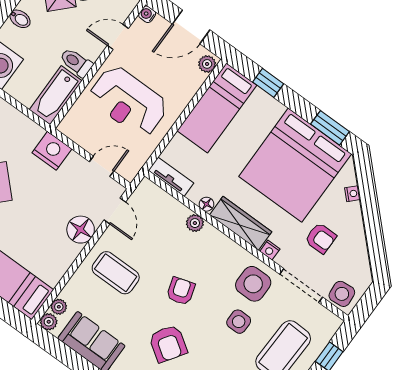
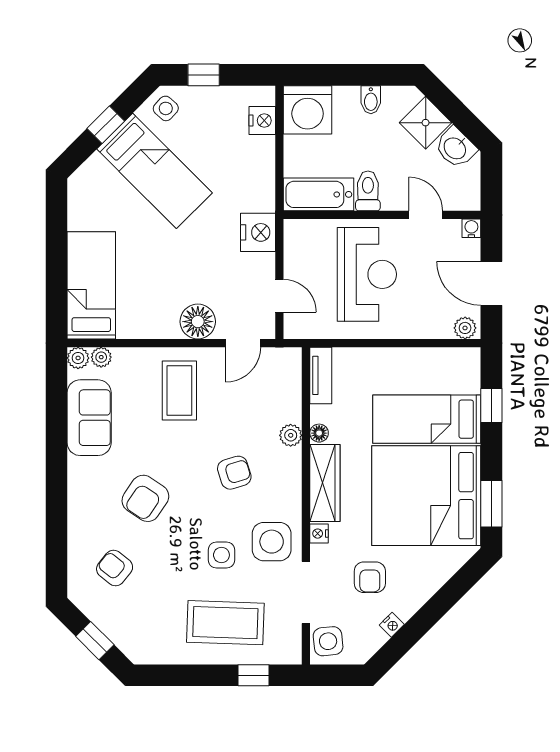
reception desk: (128, 101) -> (367, 274), turned 180
bed: (217, 108) -> (427, 419), moved
nightstand: (352, 194) -> (392, 625), moved
armchair: (181, 291) -> (234, 473), moved

